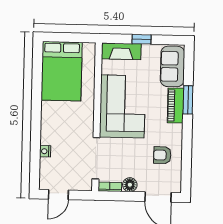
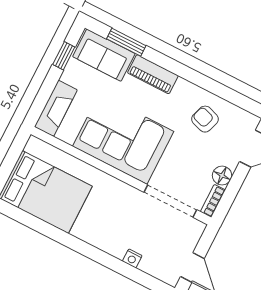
window: (142, 39) -> (64, 56), moved
window: (188, 100) -> (126, 42), moved
armchair: (162, 155) -> (205, 119), turned 108

